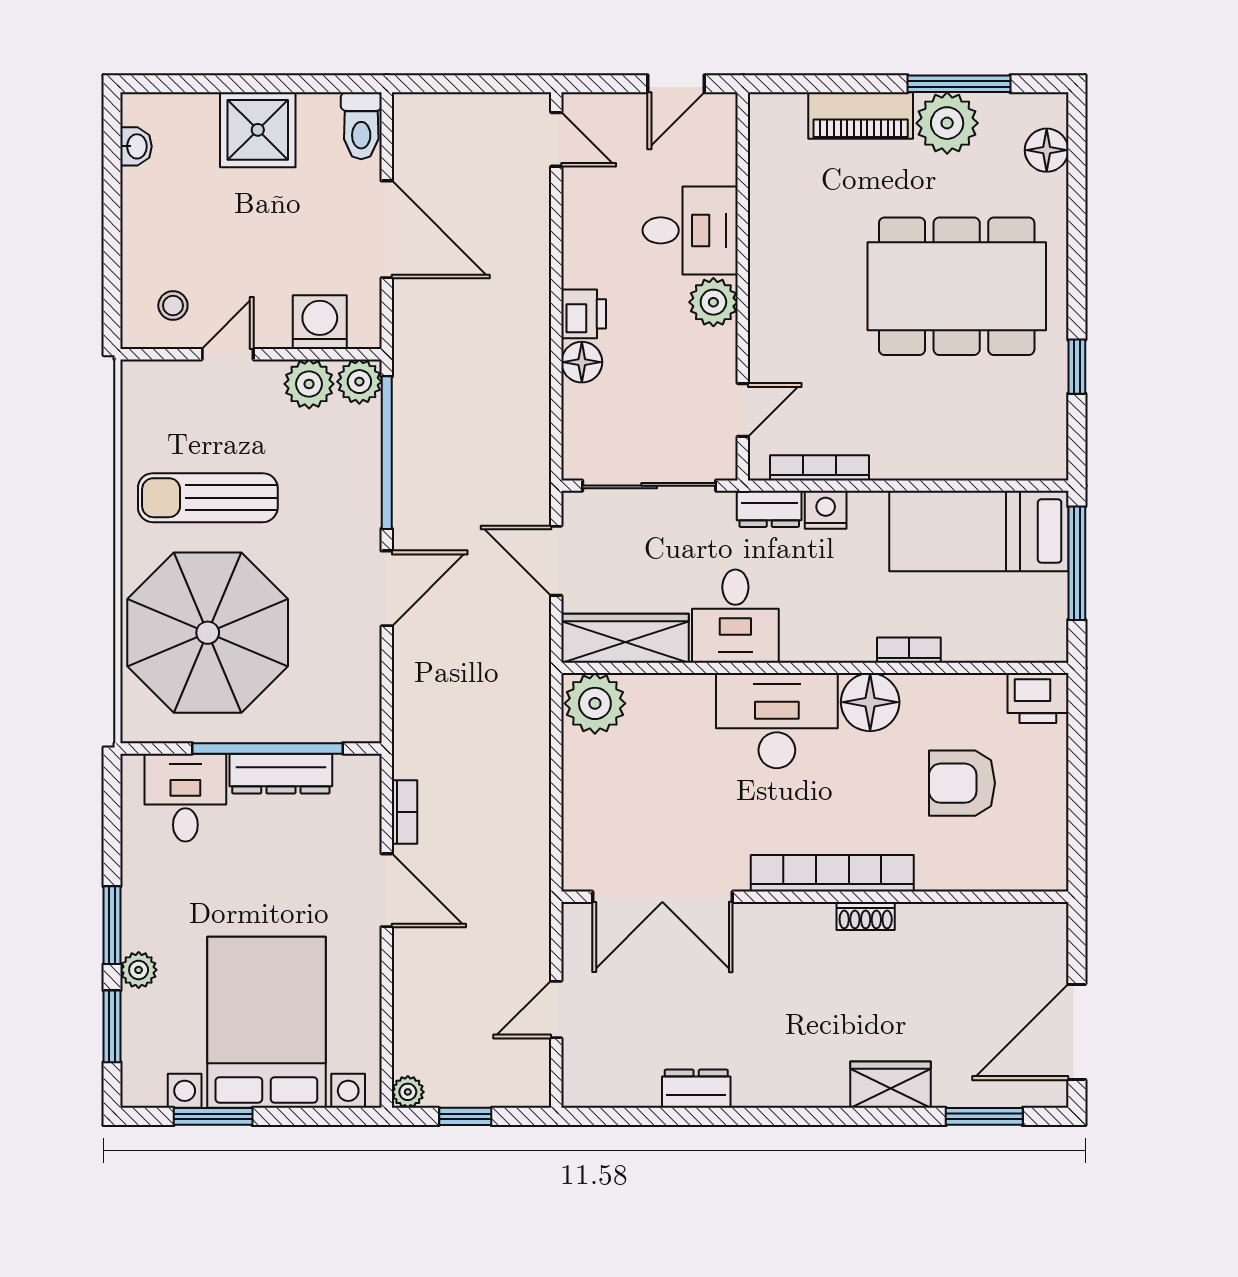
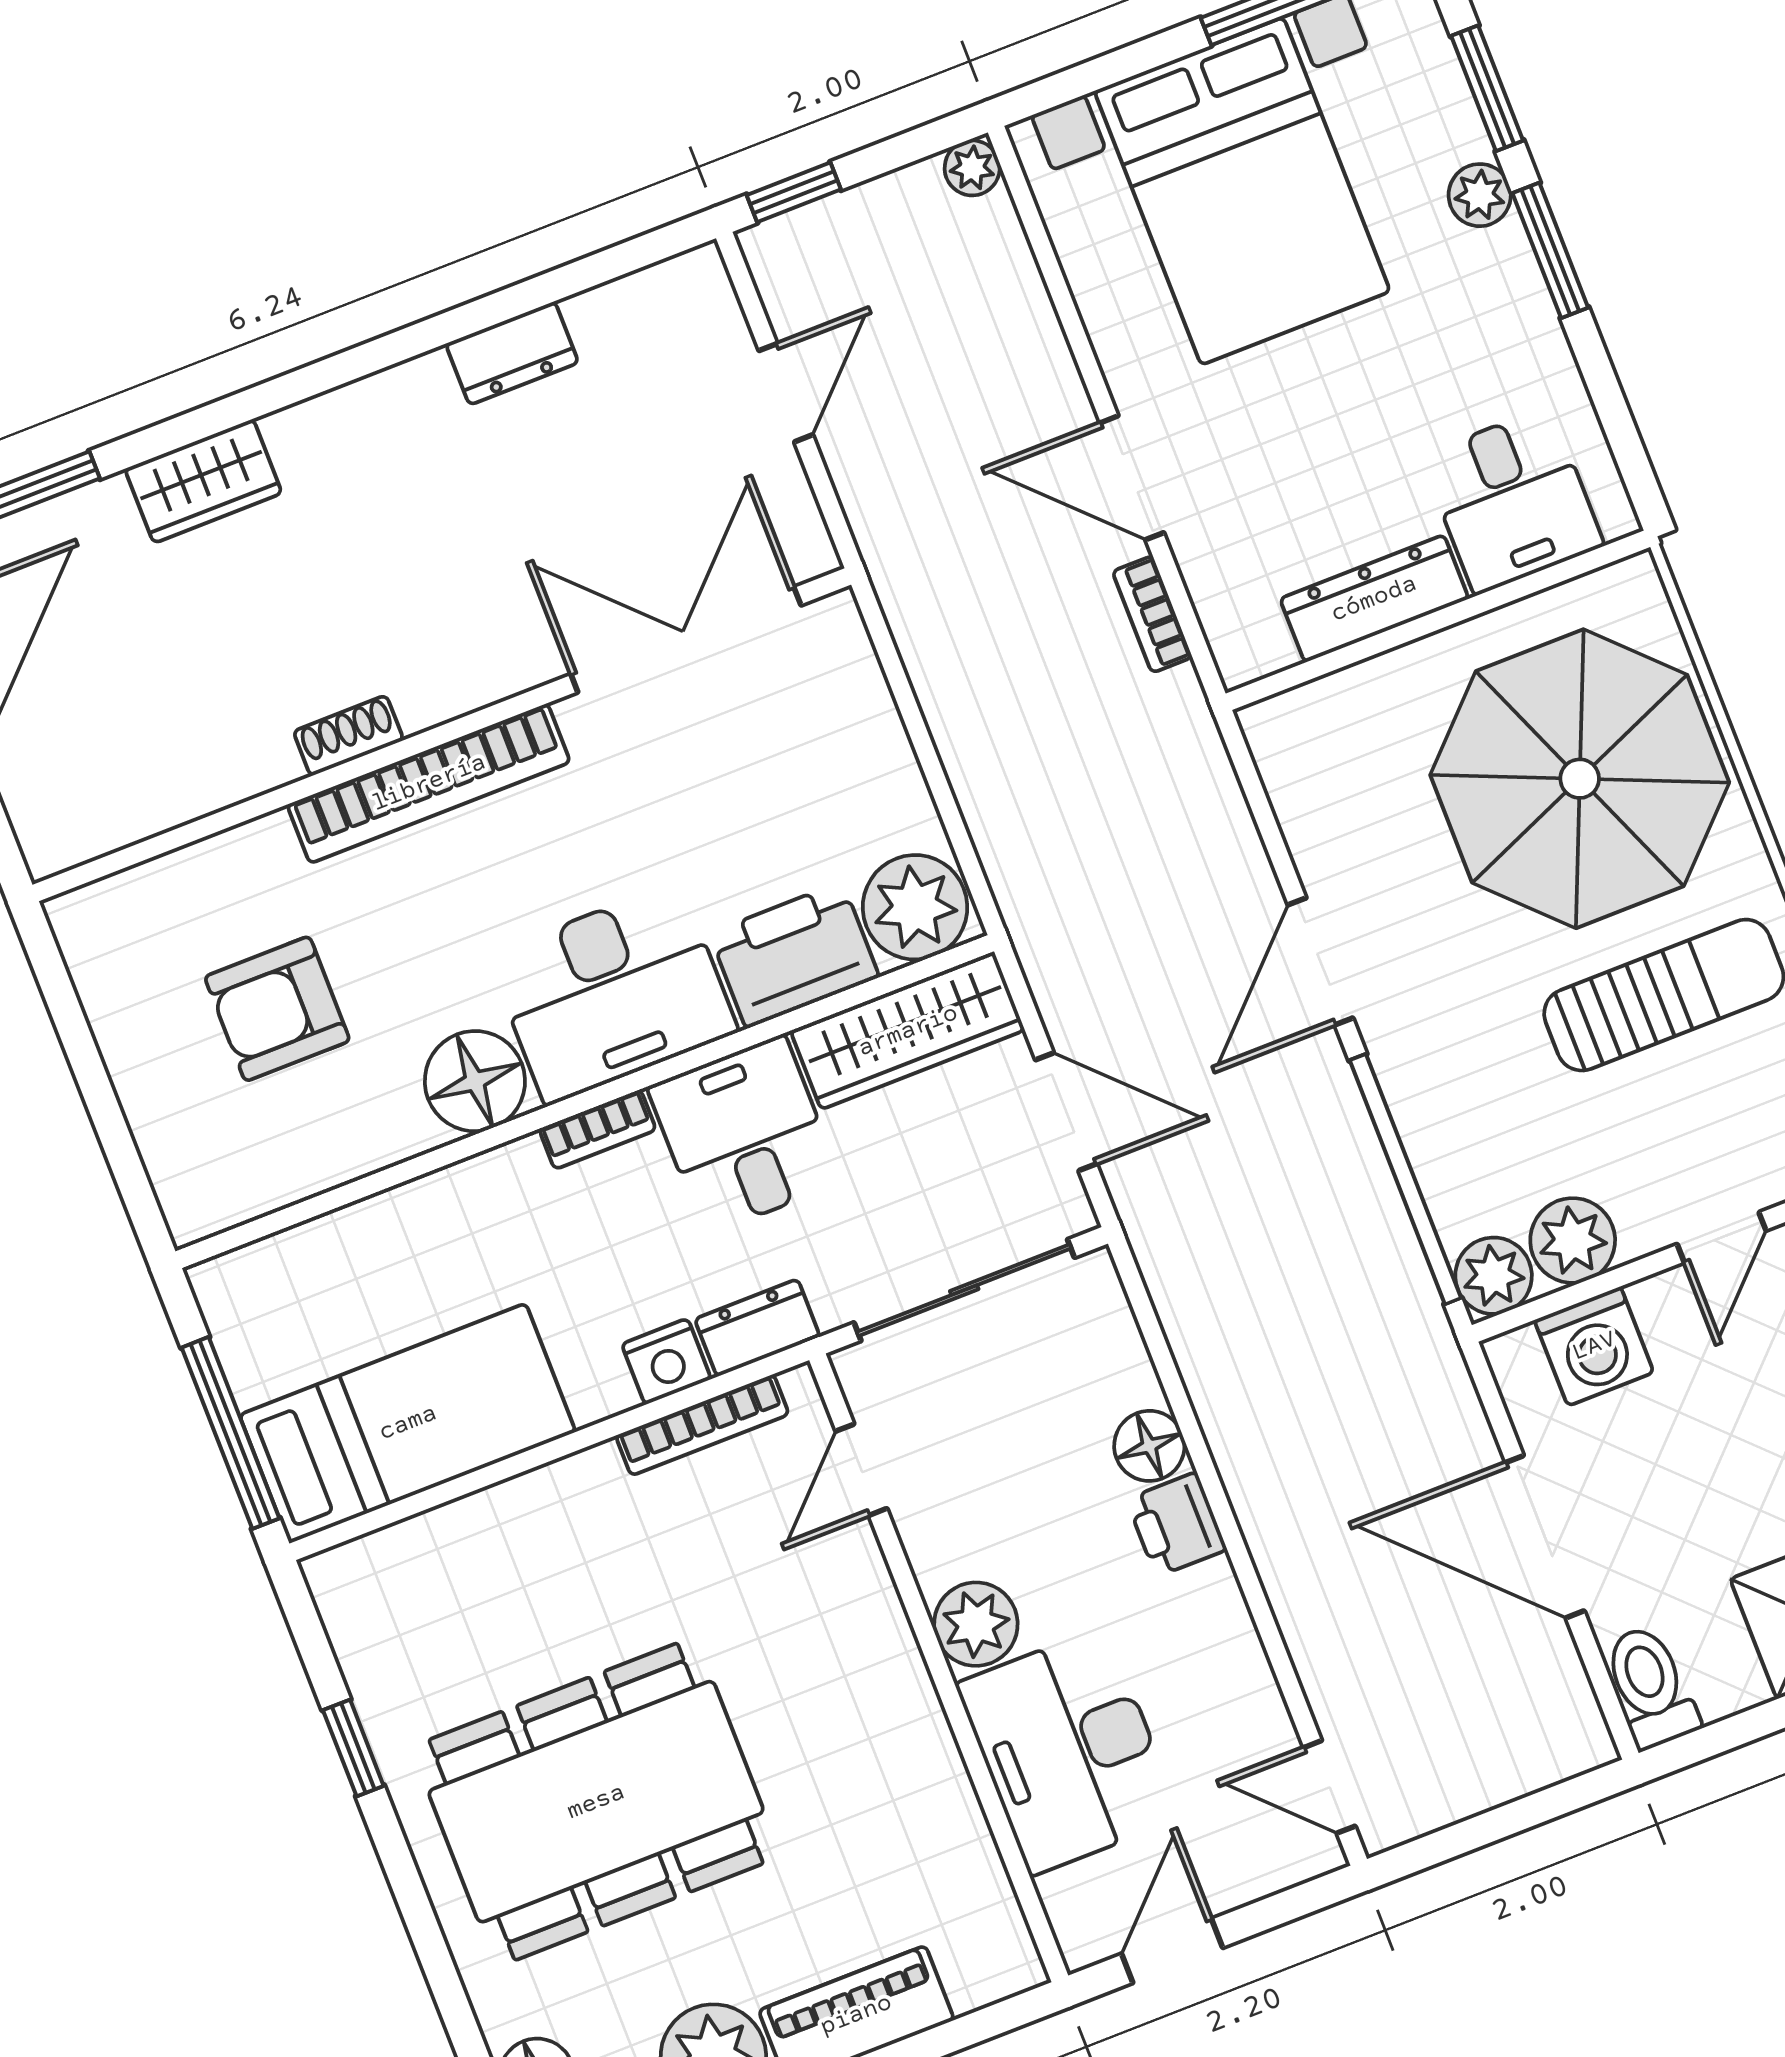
desk: (690, 230) -> (1068, 1751), width x1.37
bookcase: (909, 650) -> (598, 1129), moved
printer: (1038, 698) -> (794, 955), moved, width x1.37, depth x1.19
window: (267, 748) -> (1412, 631), removed
armchair: (962, 783) -> (277, 1009), turned 180
window: (465, 1116) -> (794, 192), moved

